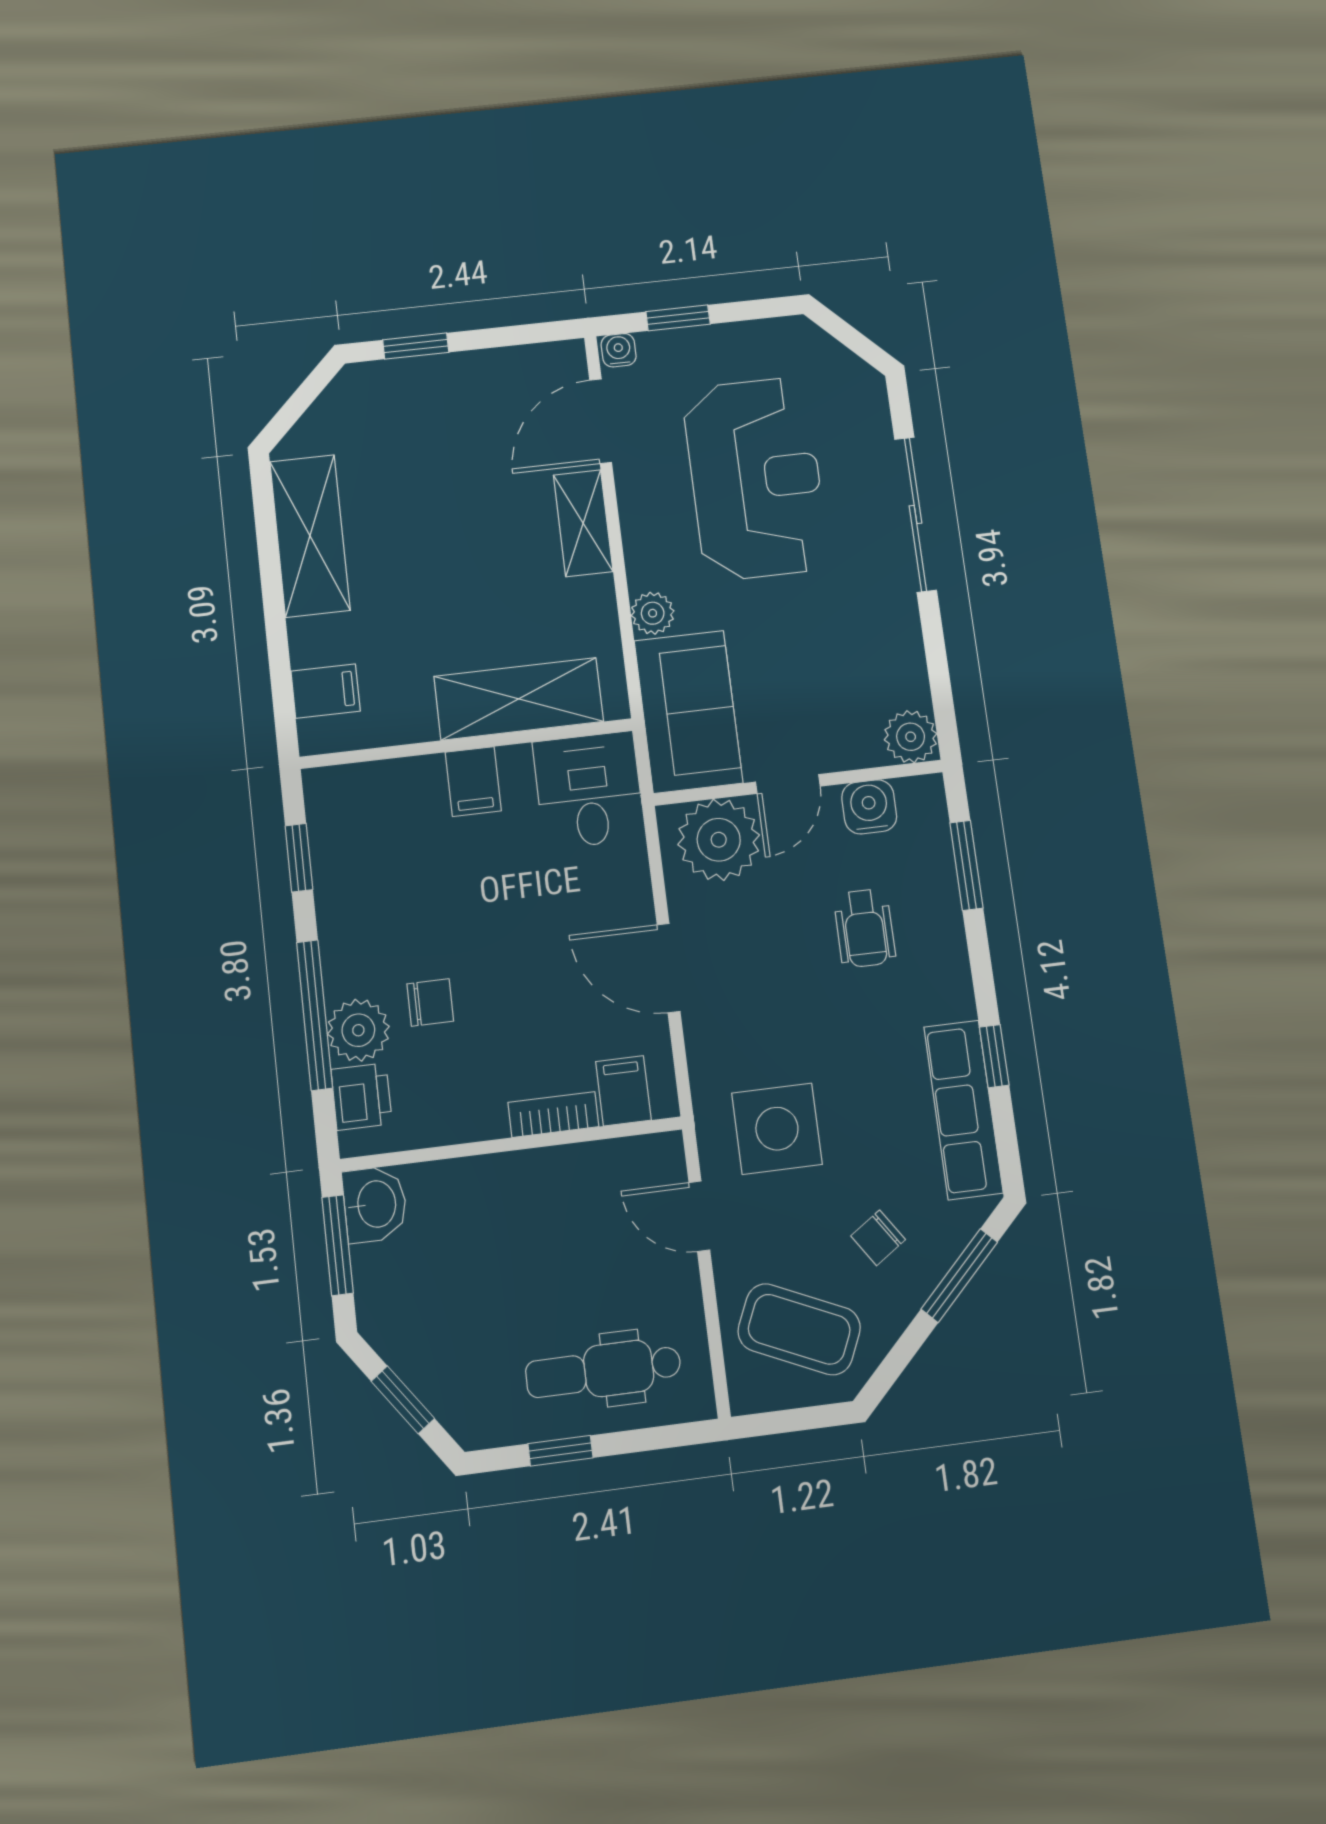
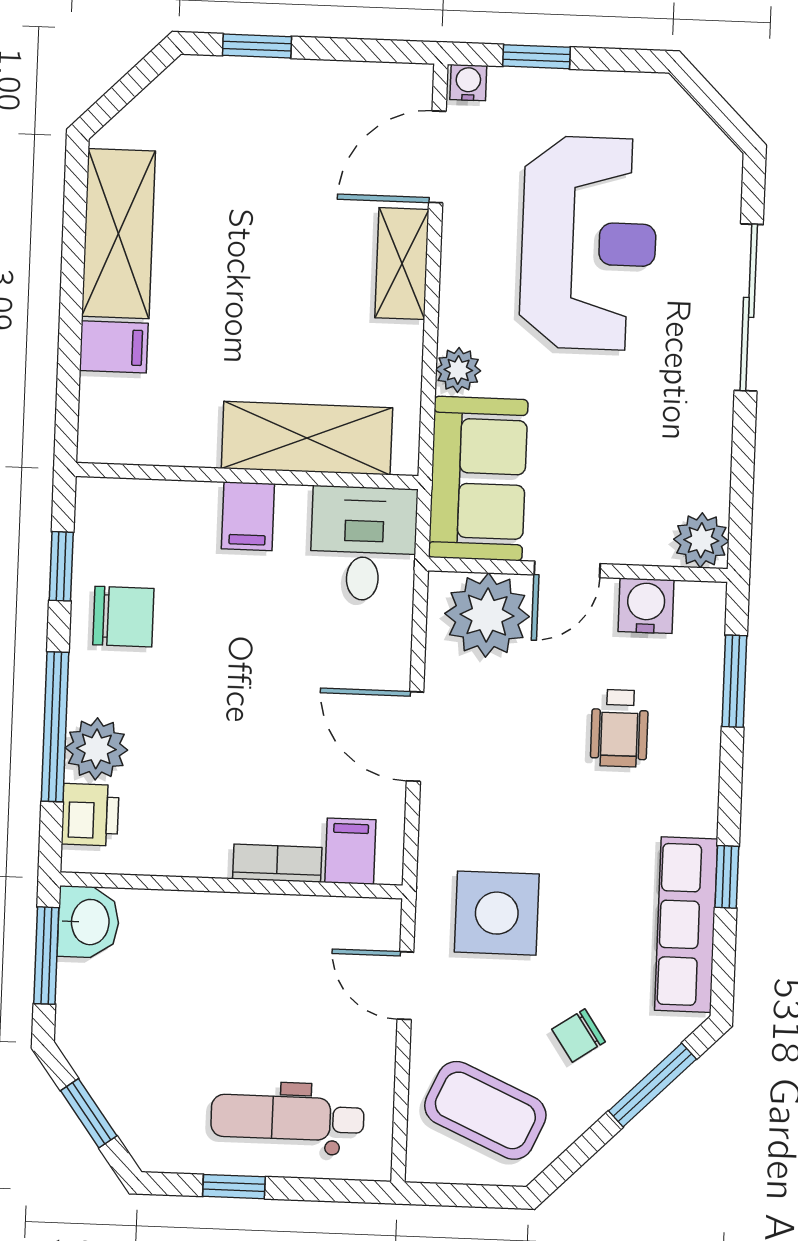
filing cabinet: (326, 691) -> (114, 347), moved
chair: (430, 1002) -> (123, 617), moved, width x1.37, depth x1.37

